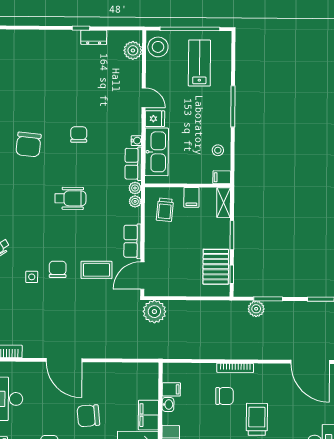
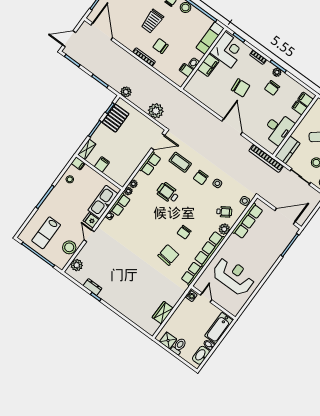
stool: (158, 47) -> (69, 247), moved
chair: (79, 135) -> (184, 232), moved
wheelchair: (70, 198) -> (168, 193), moved
trolley: (165, 210) -> (121, 168), removed
plant: (256, 309) -> (126, 92), moved
plant: (154, 312) -> (156, 111), moved

